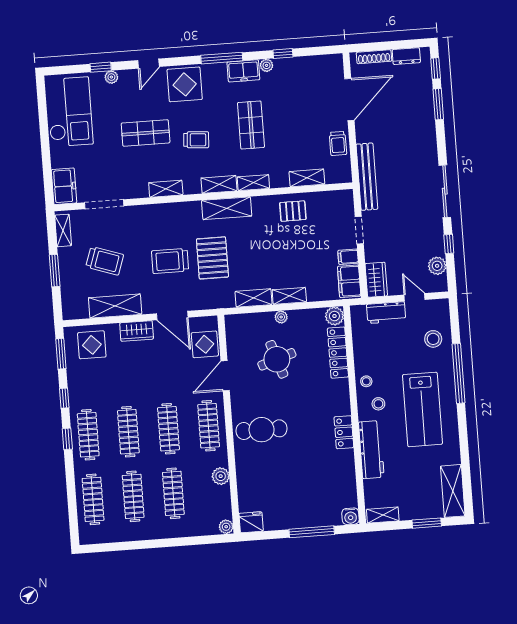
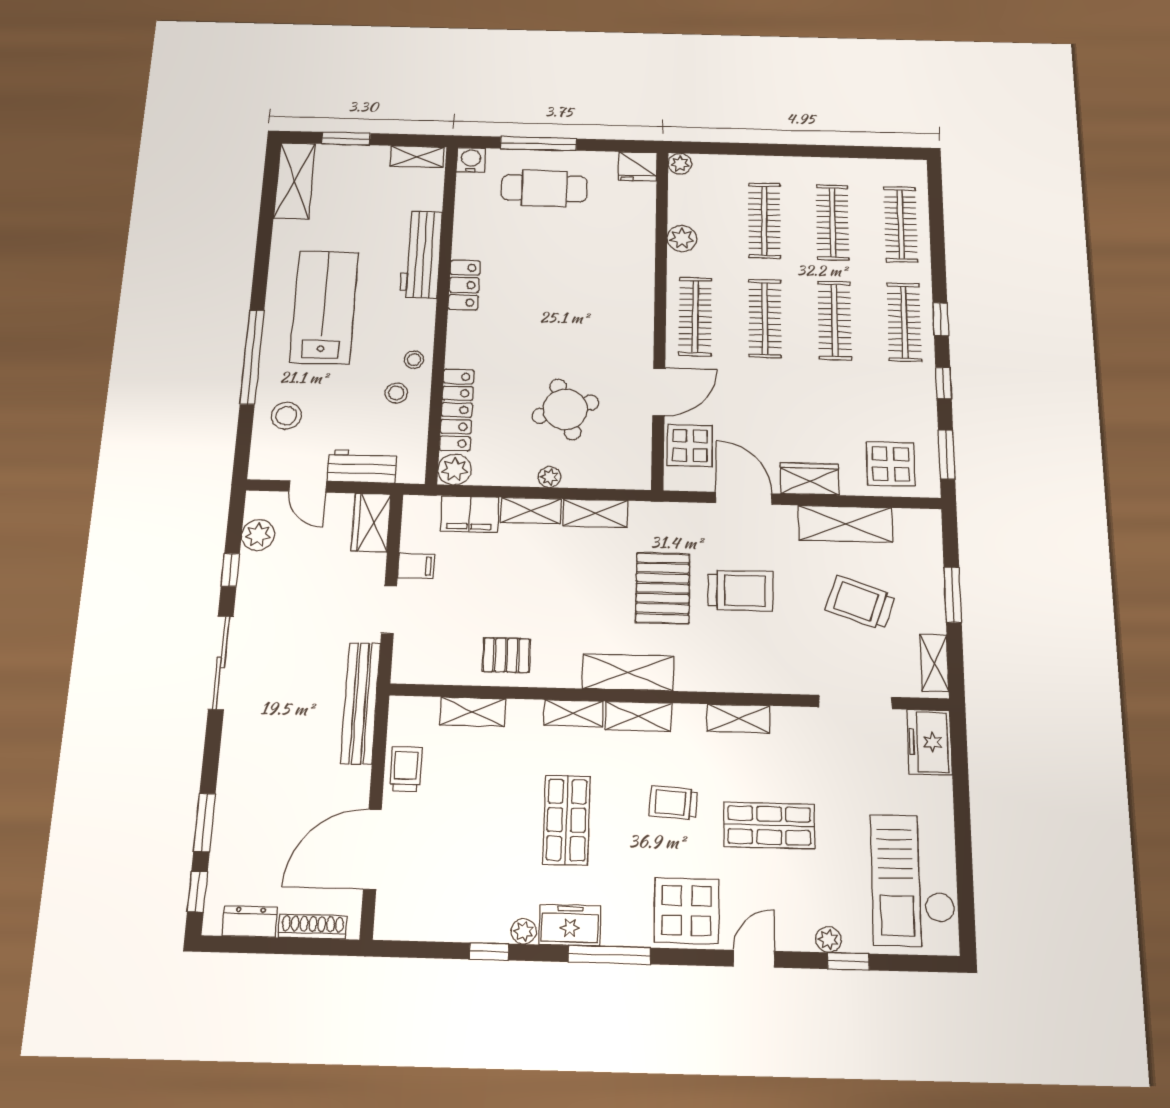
filing cabinet: (349, 281) -> (470, 514), moved, turned 90
stool: (378, 404) -> (396, 393), moved
cafe table: (262, 430) -> (544, 188), moved

